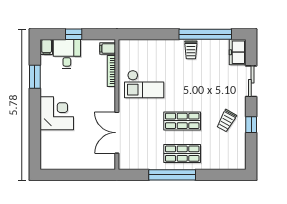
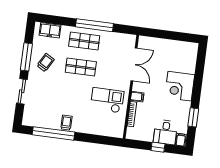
filing cabinet: (108, 49) -> (137, 97), moved
freezer: (238, 52) -> (50, 30), moved, turned 90
window: (251, 125) -> (26, 57), width x2.17

